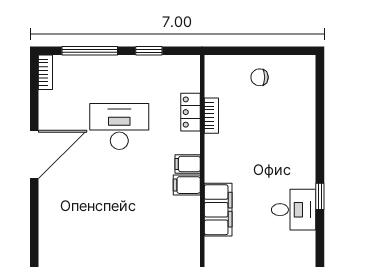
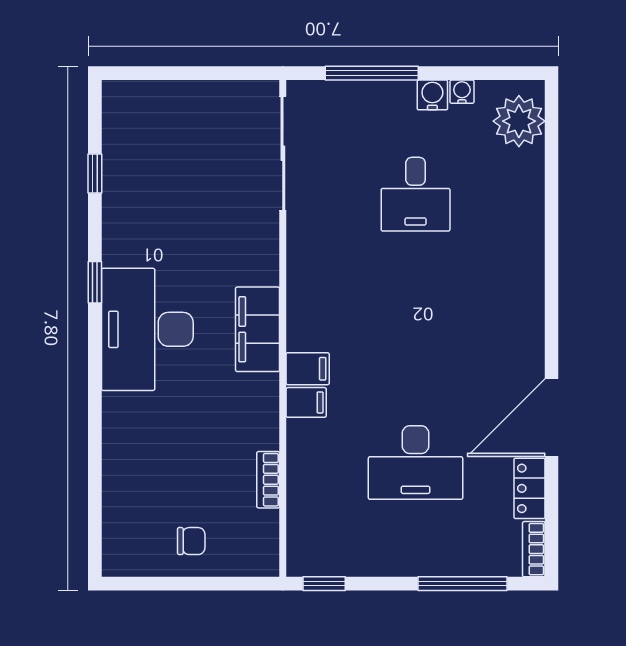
window: (149, 51) -> (324, 584), moved
locker: (191, 112) -> (529, 488), moved, turned 180
window: (320, 196) -> (95, 282), moved
desk: (294, 210) -> (147, 329), width x1.87, depth x1.30

